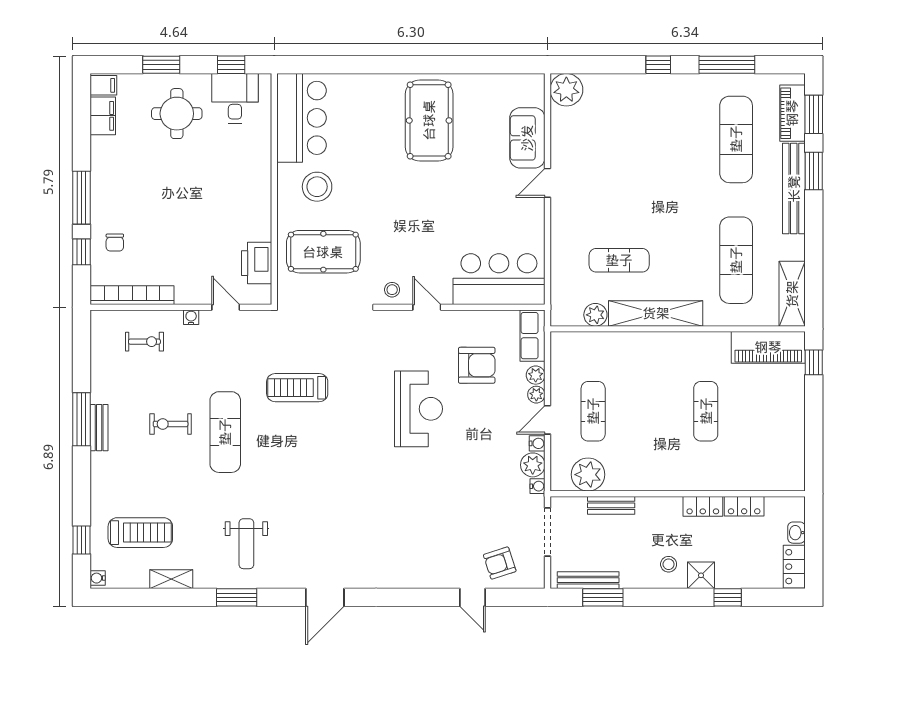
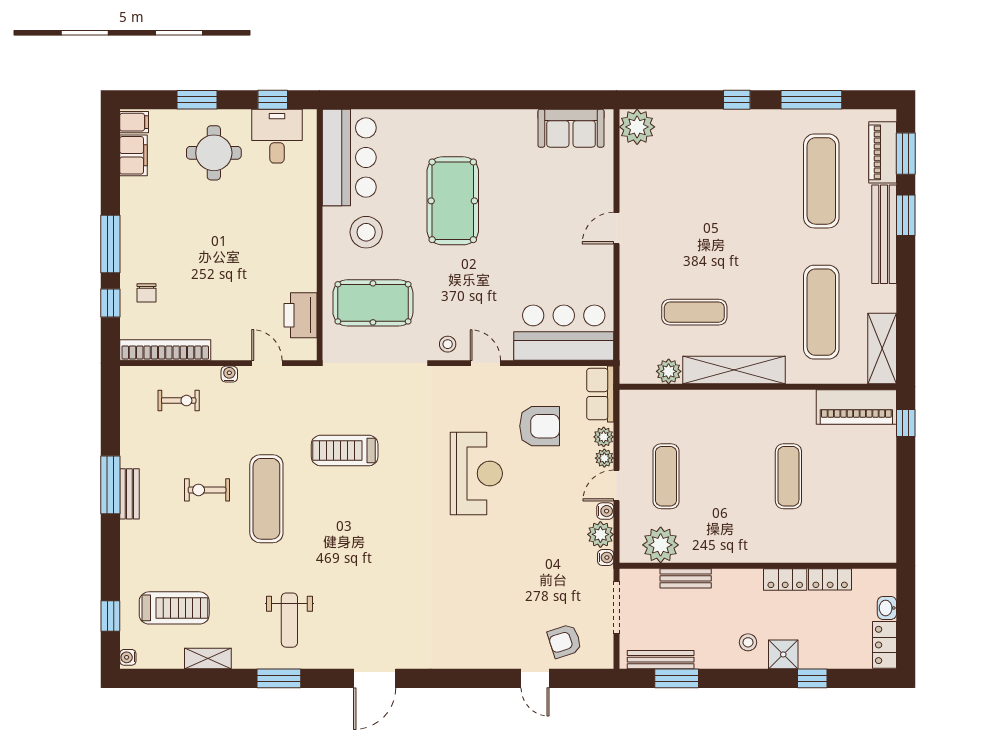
pool table: (429, 120) -> (453, 201), moved
sofa: (527, 138) -> (571, 128), moved, turned -90

